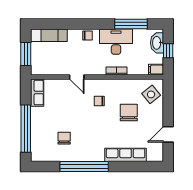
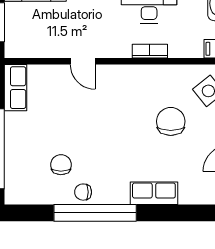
chair: (99, 101) -> (83, 192), moved
row of seats: (126, 155) -> (154, 193), width x0.68

